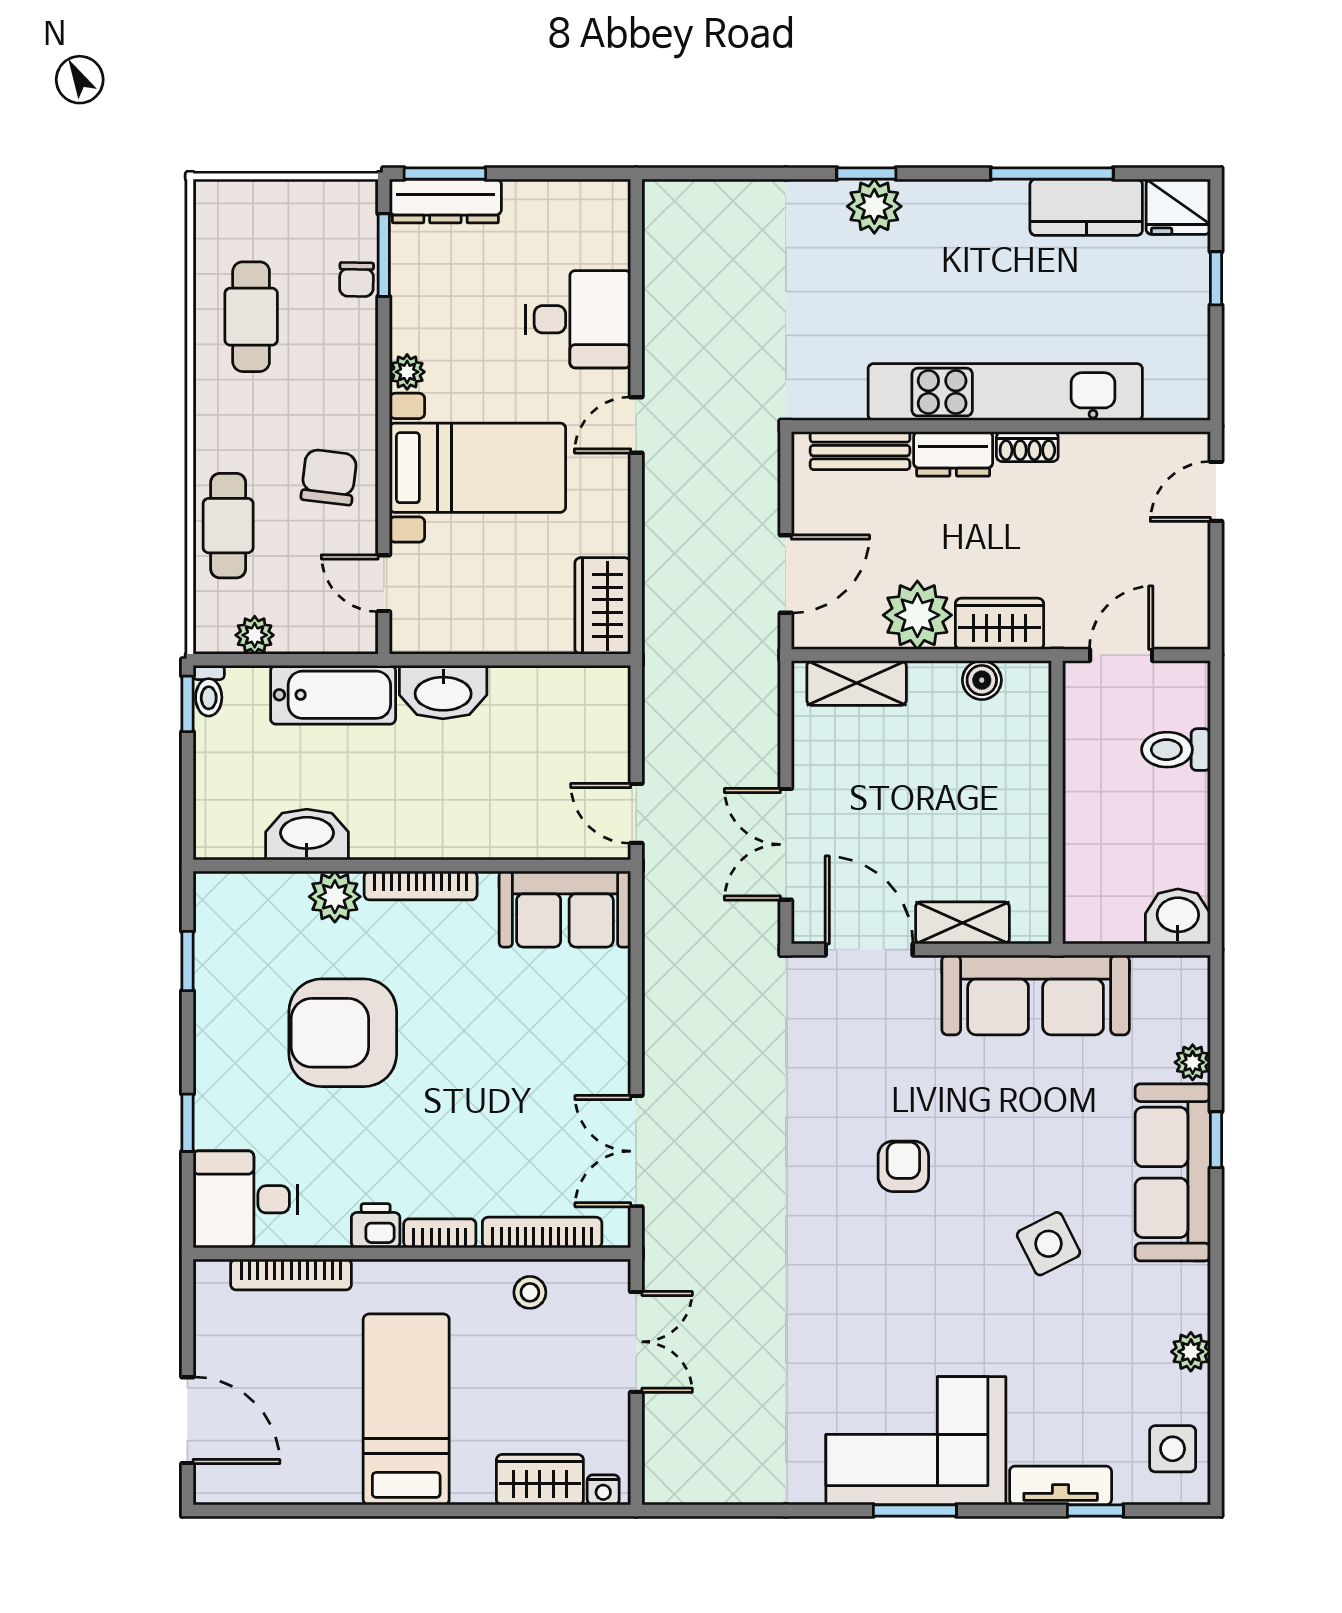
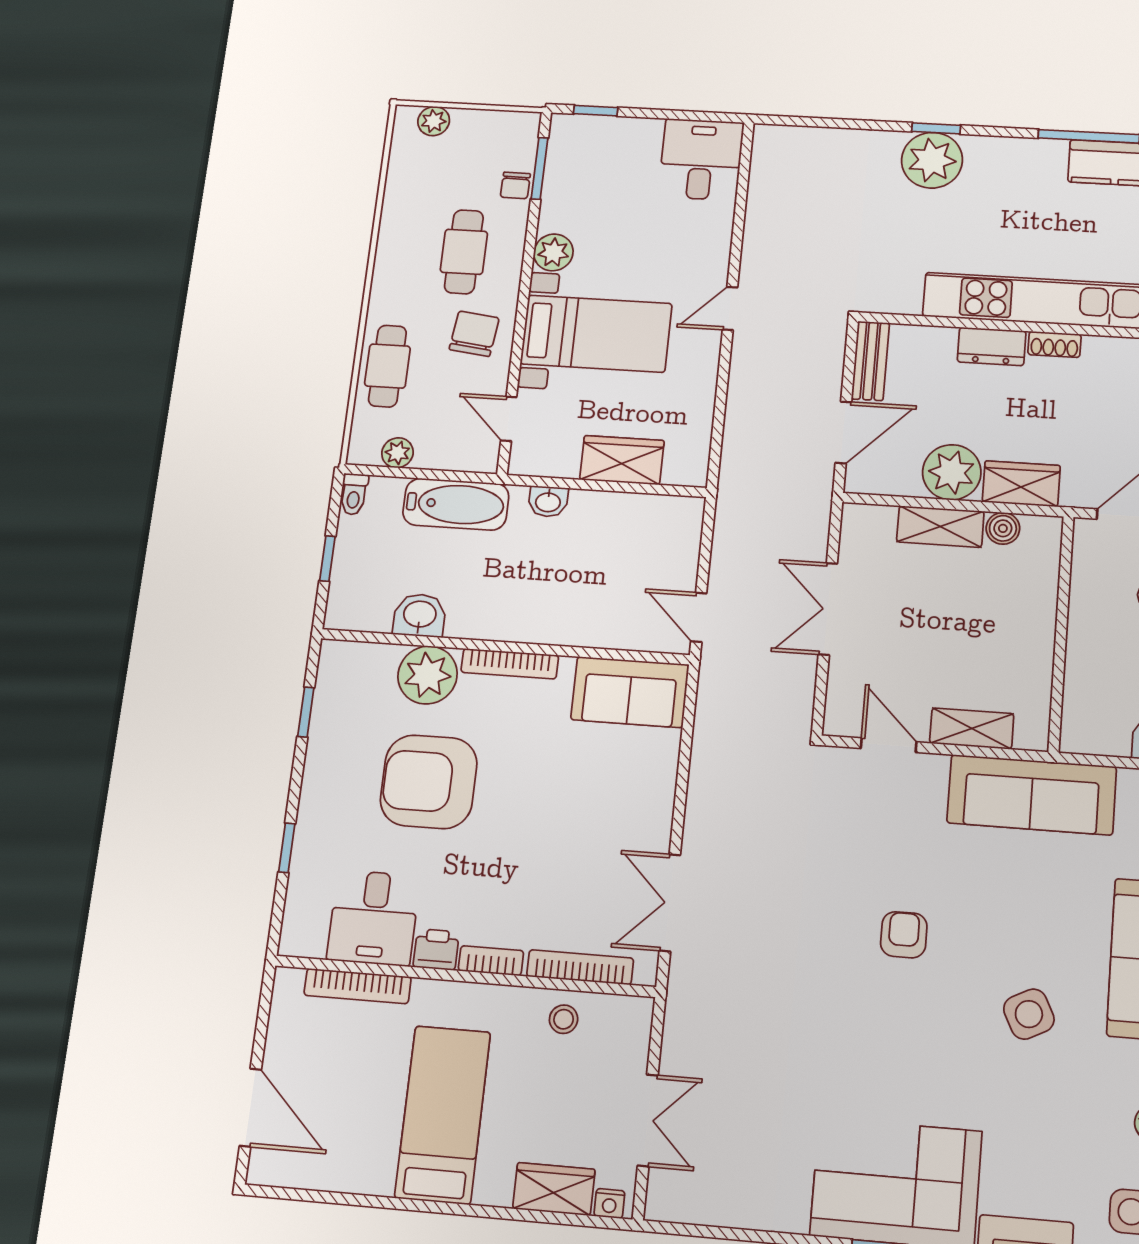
window: (445, 174) -> (596, 111), width x0.67
plant: (244, 199) -> (434, 121), added
dresser: (445, 201) -> (594, 131), removed
plant: (874, 206) -> (932, 160), width x1.36, depth x1.36
cafe table: (251, 317) -> (464, 252), moved
desk: (578, 319) -> (701, 160), moved, turned -90
plant: (407, 372) -> (553, 252), width x1.38, depth x1.38
bench: (860, 451) -> (870, 361), moved, turned 90
wardrobe: (603, 606) -> (622, 460), moved, turned 90
shelving: (857, 683) -> (940, 527), moved
washbasin: (443, 692) -> (548, 502), width x0.52, depth x0.69
window: (187, 704) -> (327, 559), moved
washbasin: (307, 834) -> (420, 615), width x0.72
double door: (786, 844) -> (828, 609), moved
plant: (335, 897) -> (428, 675), width x1.36, depth x1.36
door: (869, 950) -> (889, 745), width x0.73
desk: (245, 1199) -> (373, 918), moved, turned -90
double door: (636, 1342) -> (648, 1120), moved

